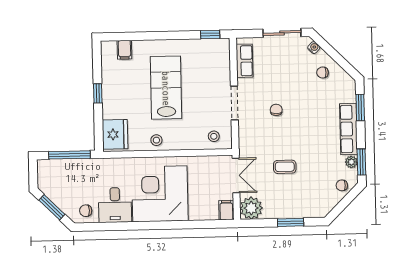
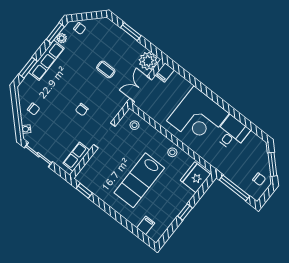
chair: (86, 211) -> (259, 179), moved

